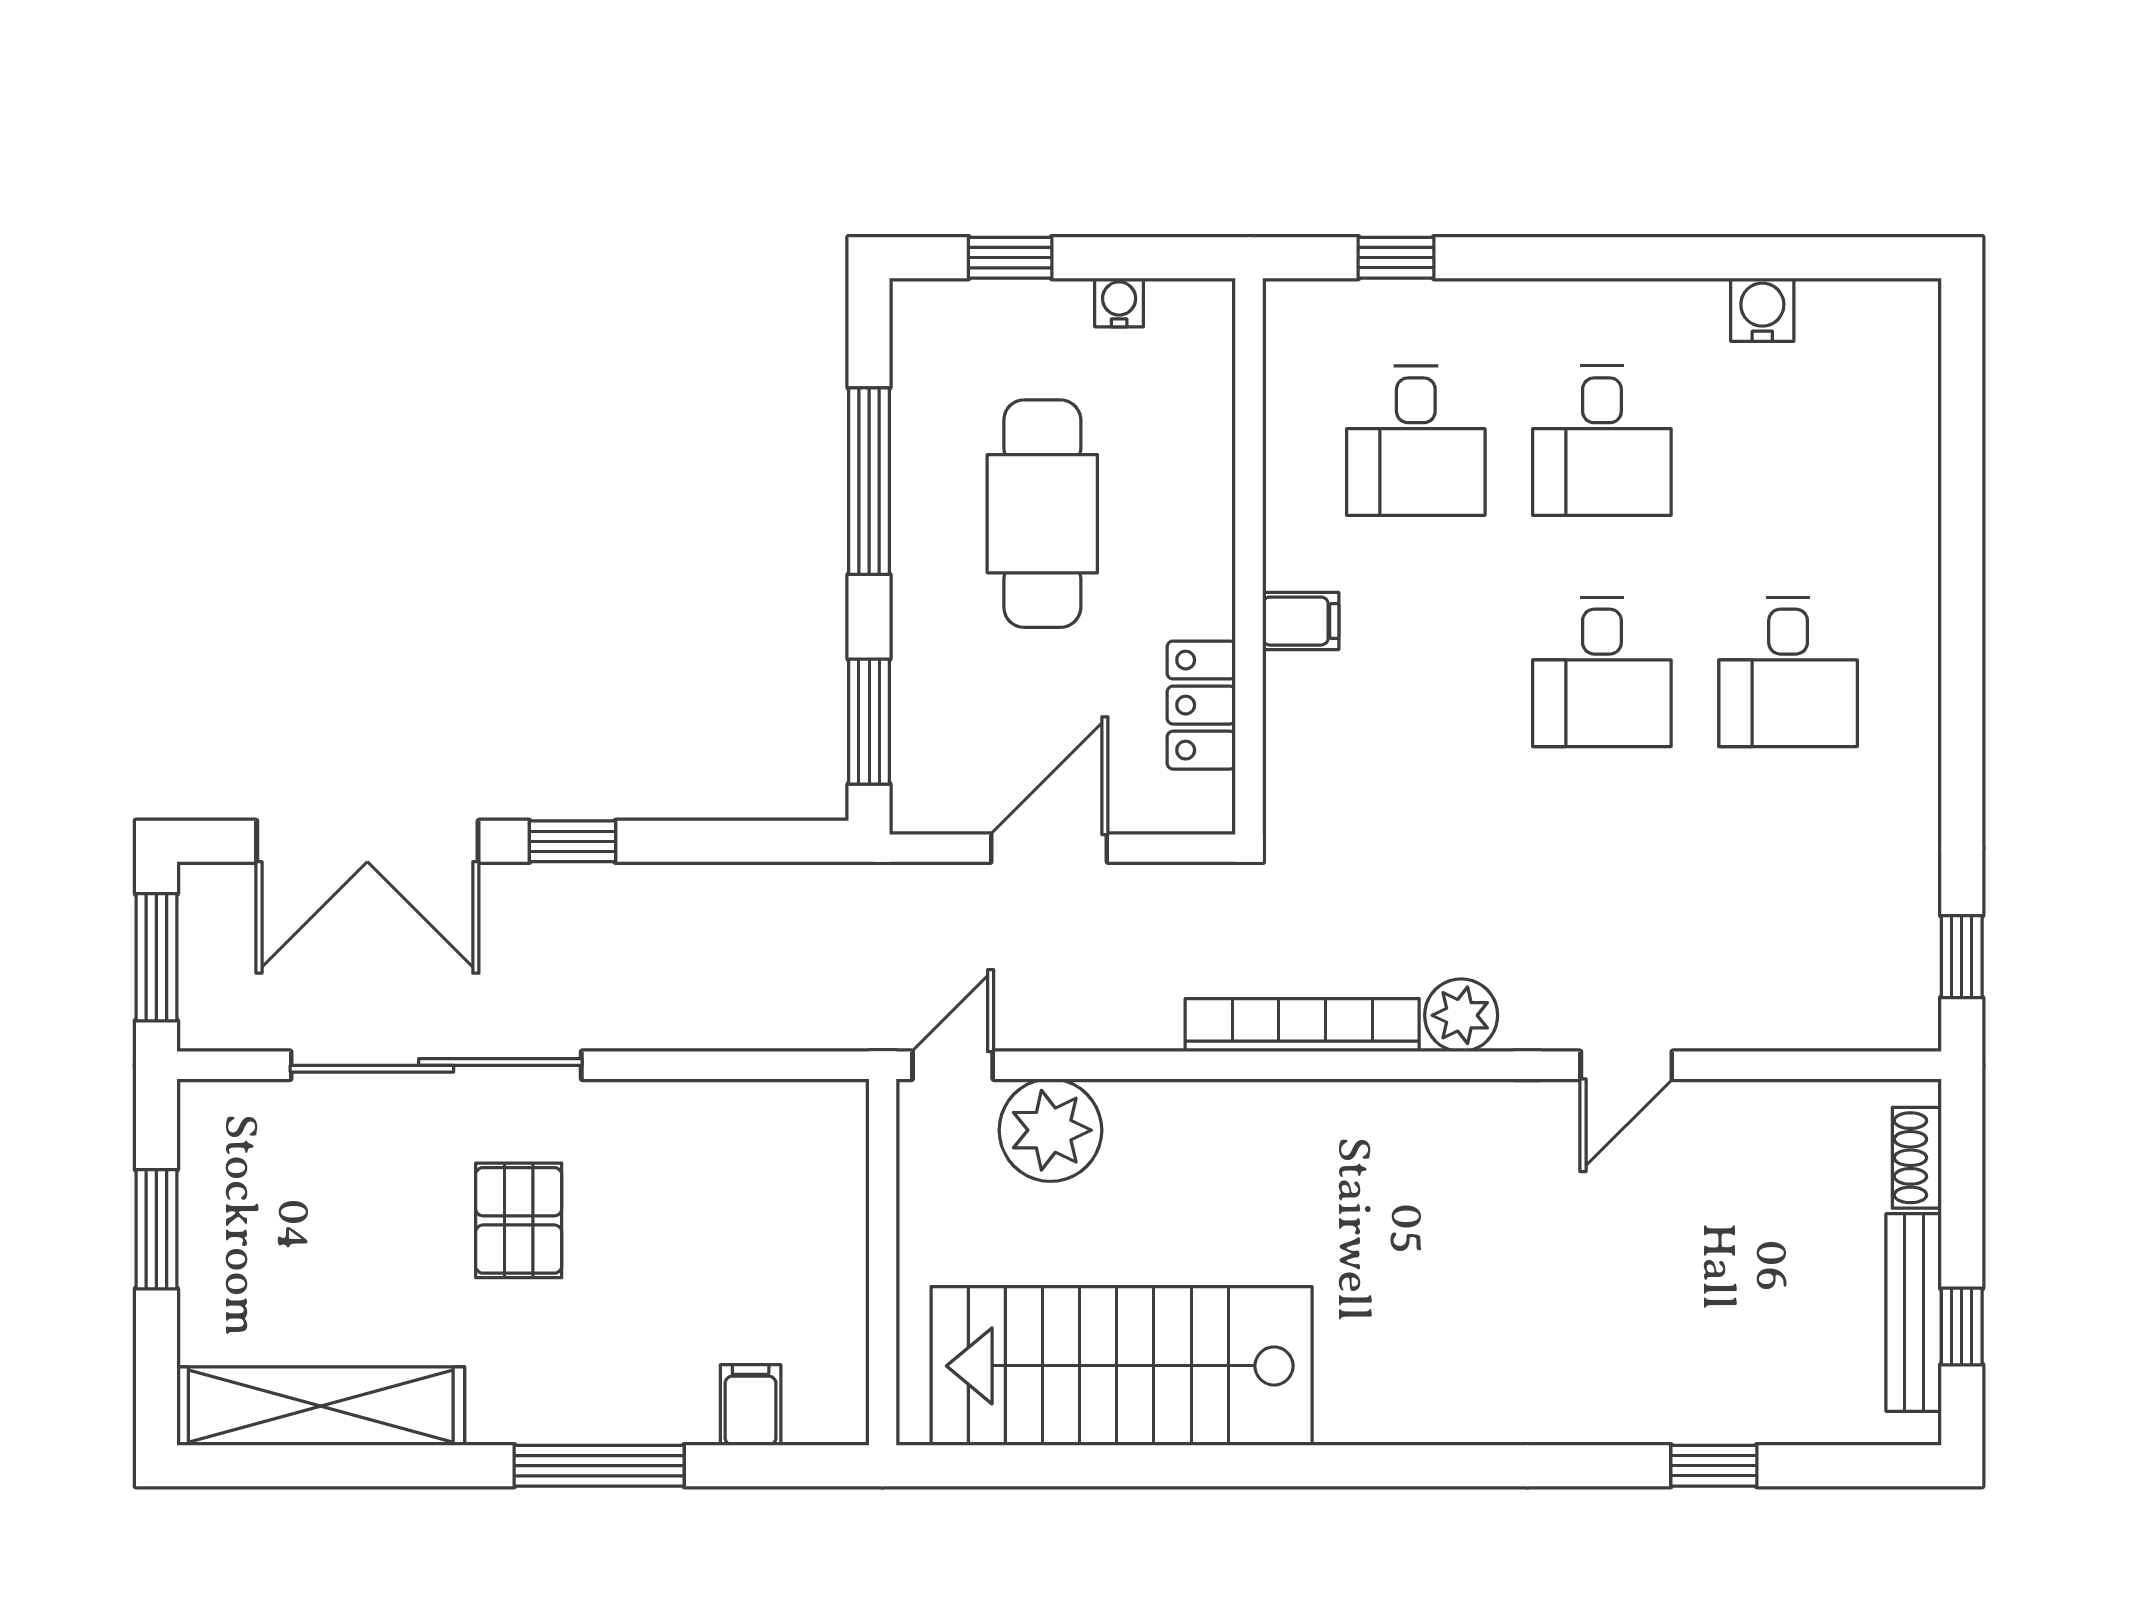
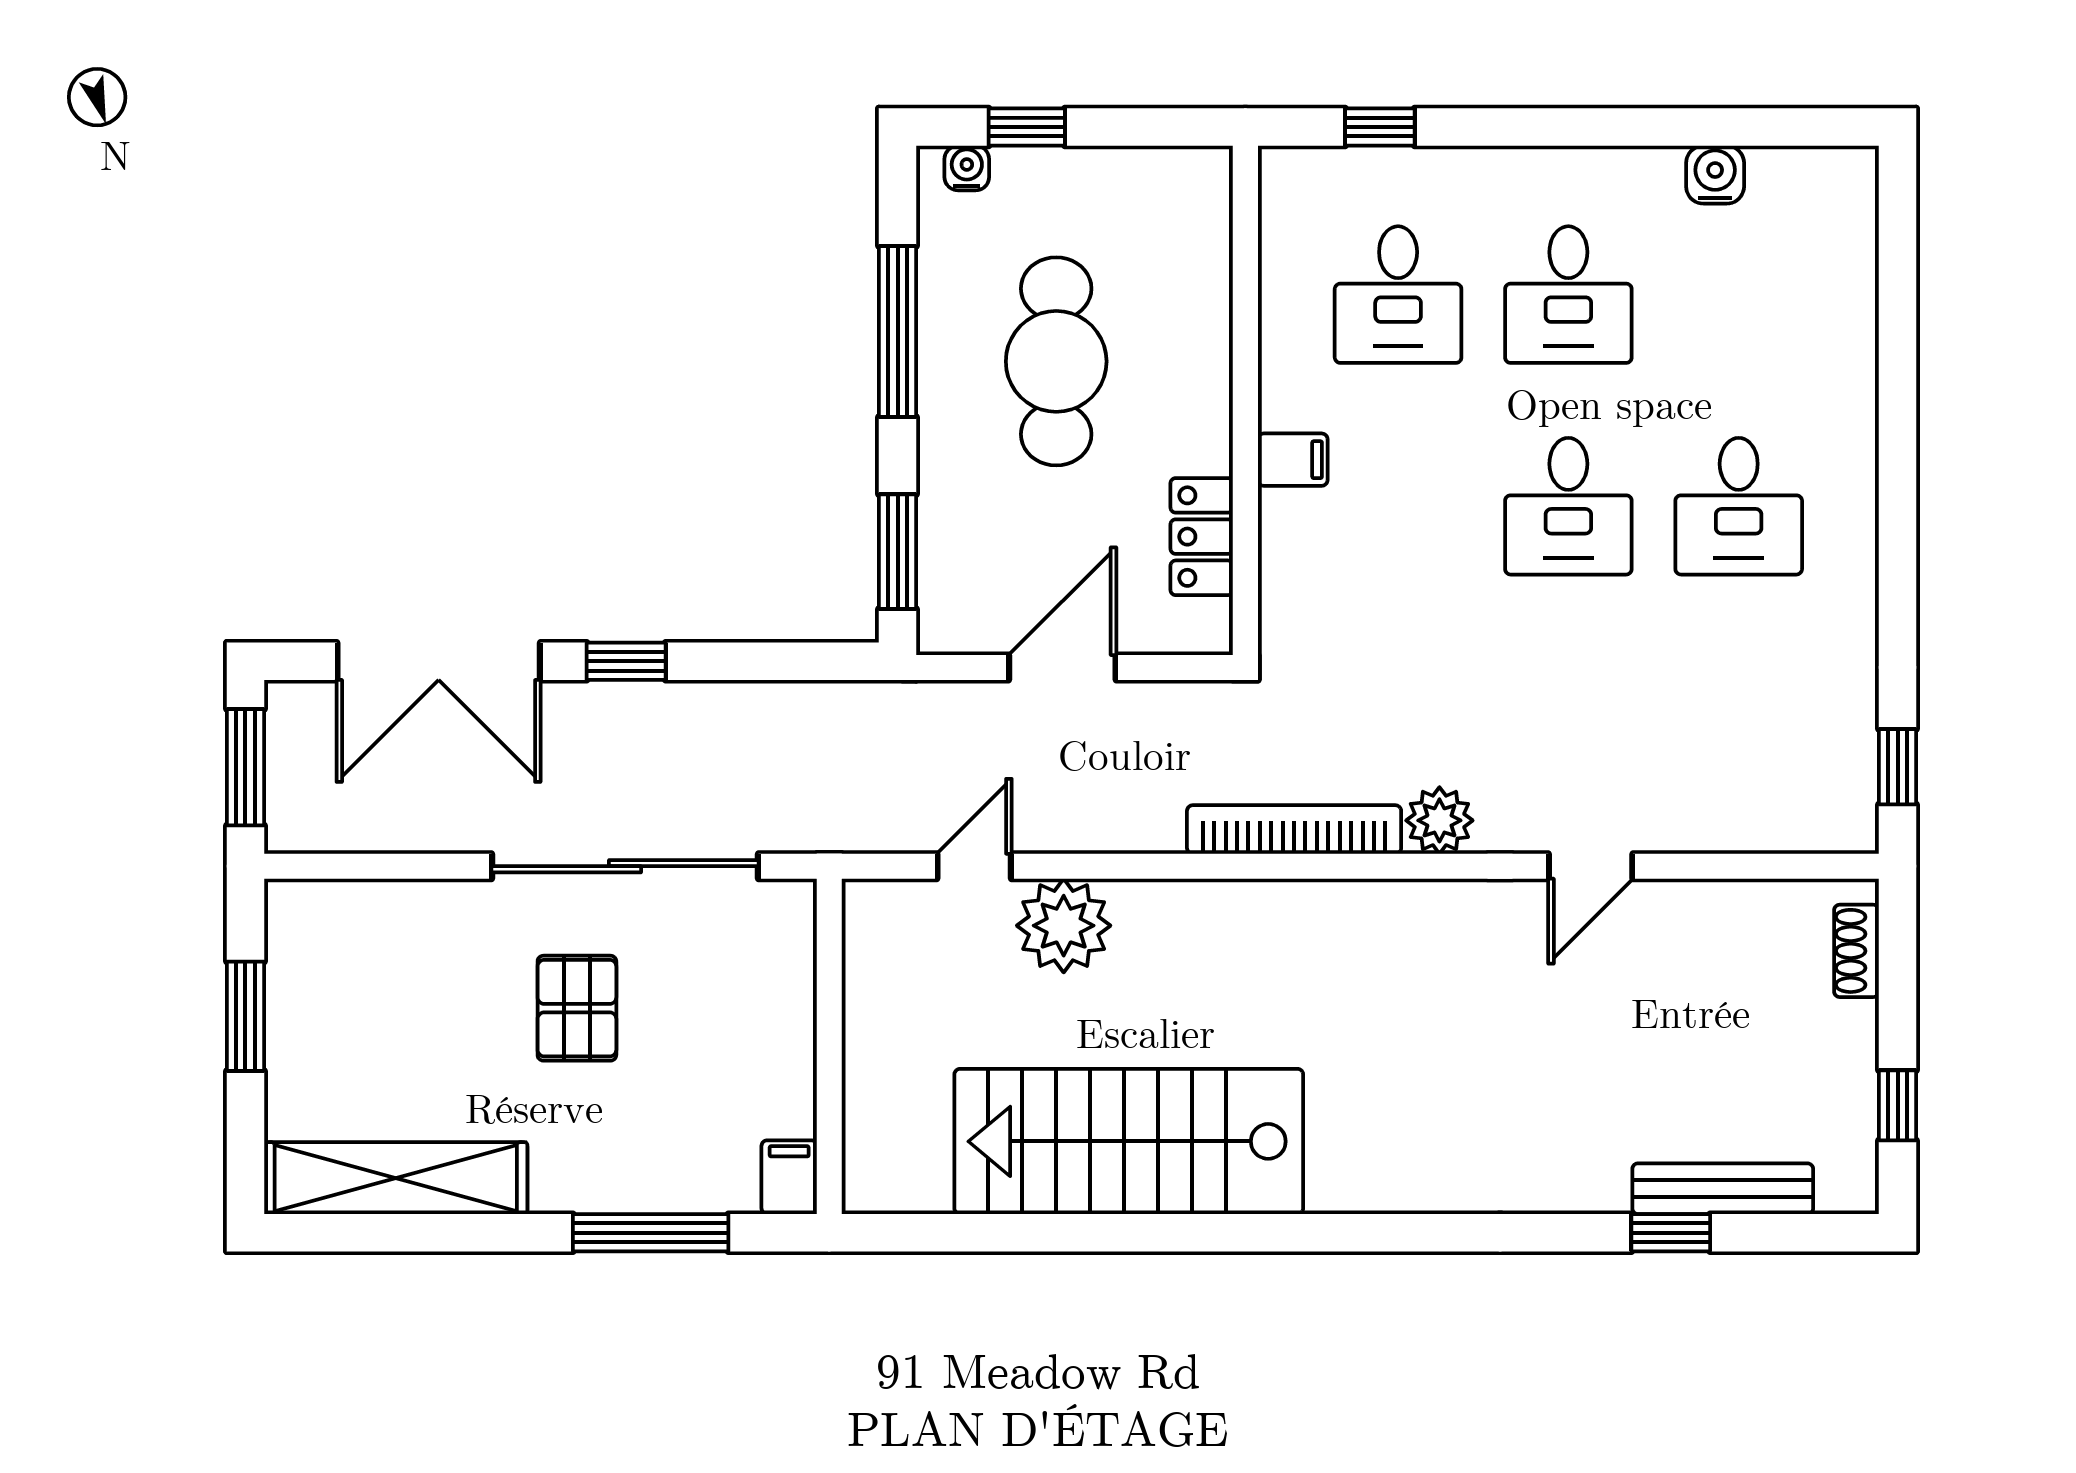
water cooler: (1119, 302) -> (967, 168), moved
sliding door: (436, 1065) -> (625, 866), moved
wall: (883, 1262) -> (829, 1046), moved
bench: (1914, 1312) -> (1723, 1189), moved, turned 90

